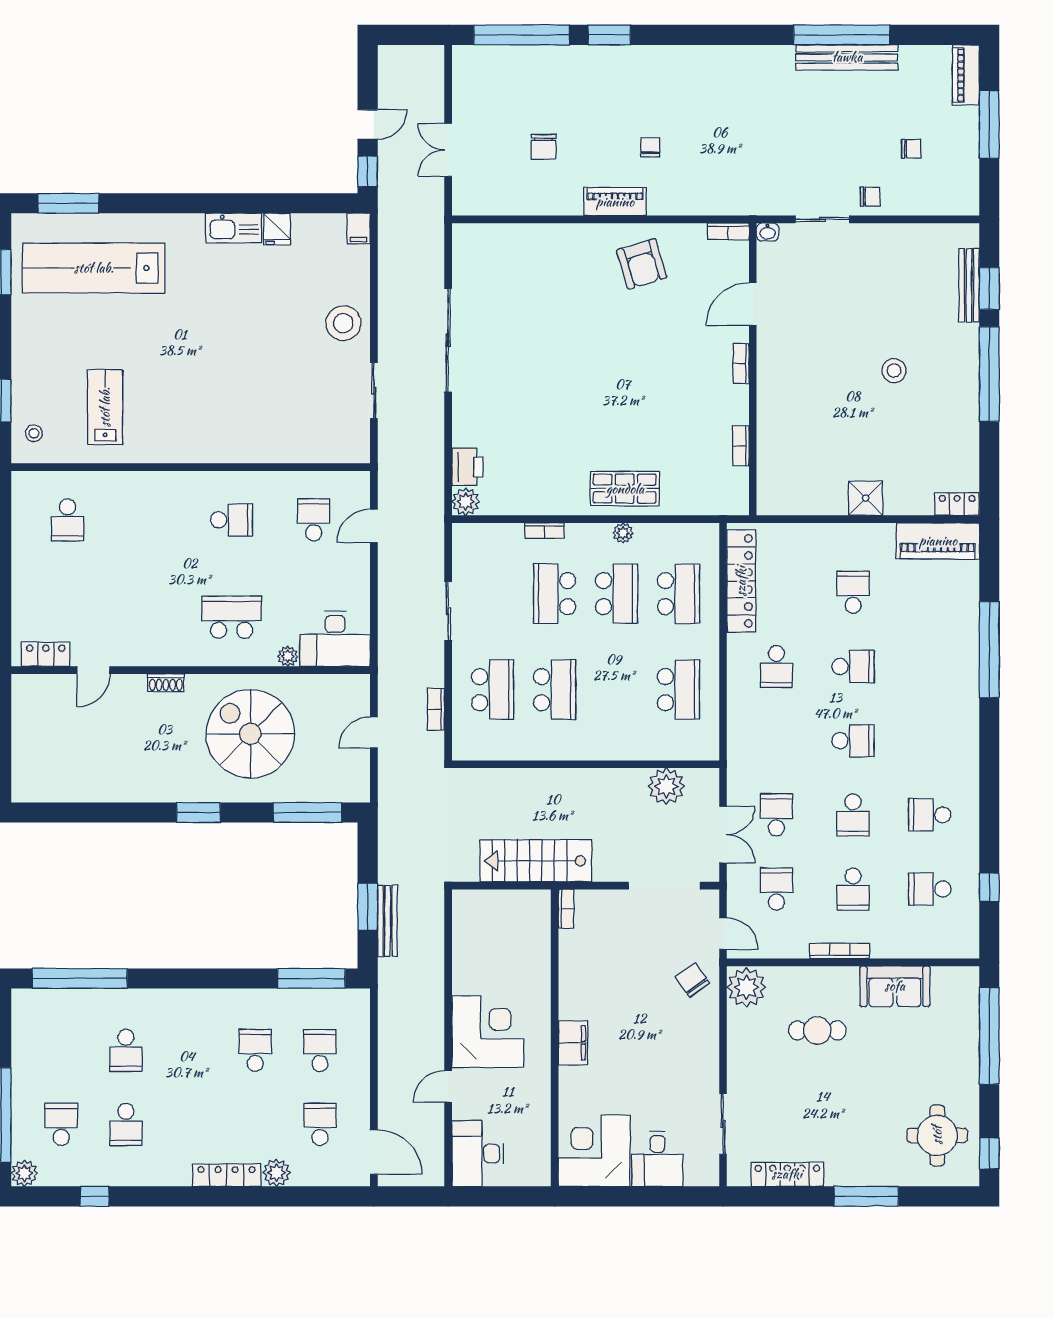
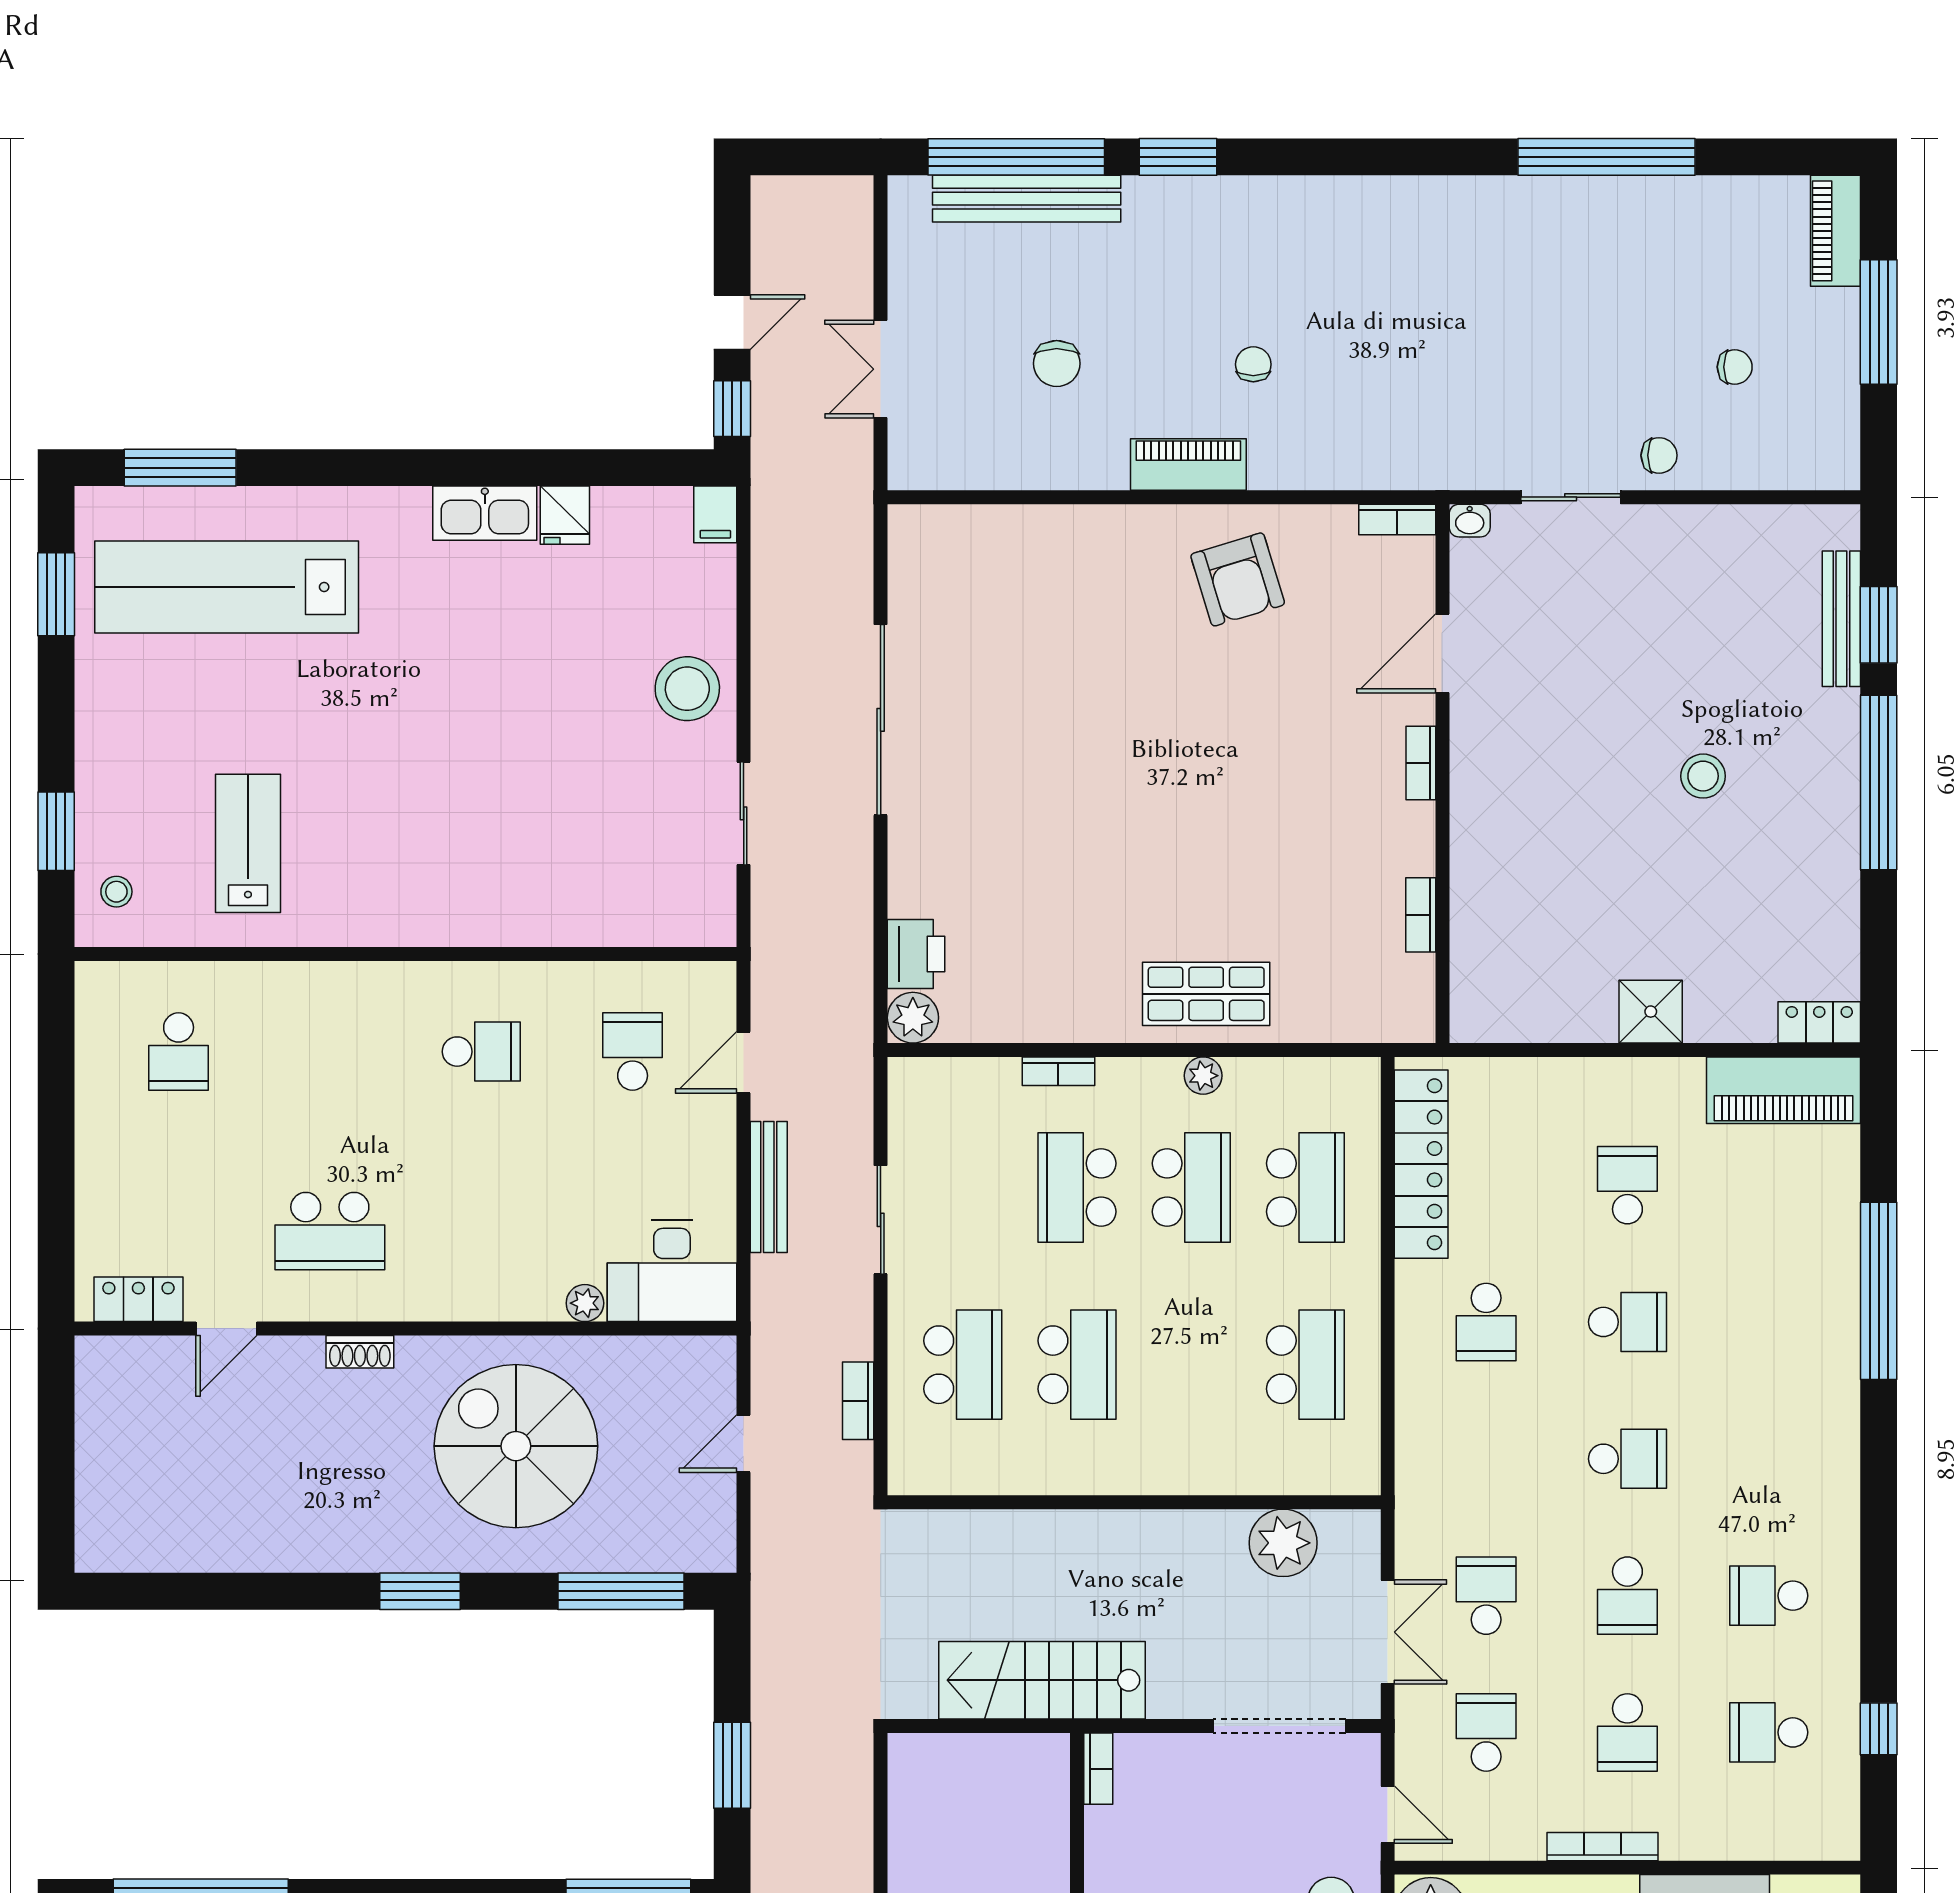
bench: (847, 57) -> (1027, 199), moved
school desk: (232, 617) -> (330, 1231), moved, turned 180
bench: (388, 921) -> (769, 1187), moved

